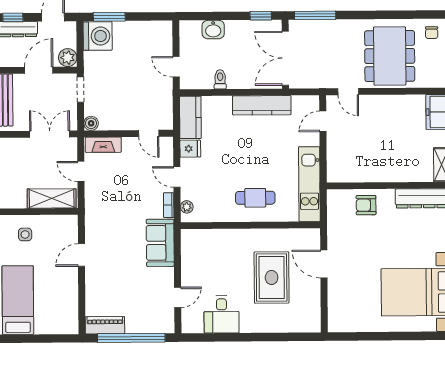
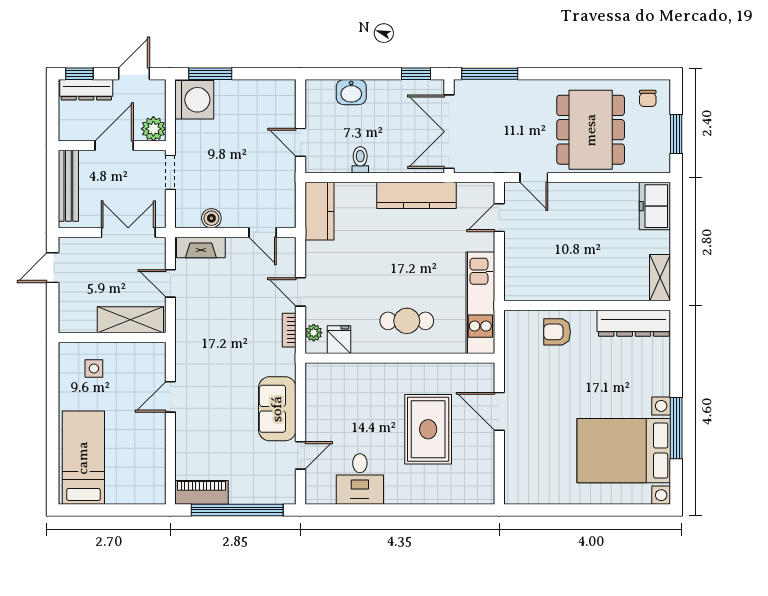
boiler: (91, 123) -> (211, 218), moved
fridge: (190, 149) -> (339, 340), moved, turned -90
sofa: (160, 243) -> (277, 409), moved

